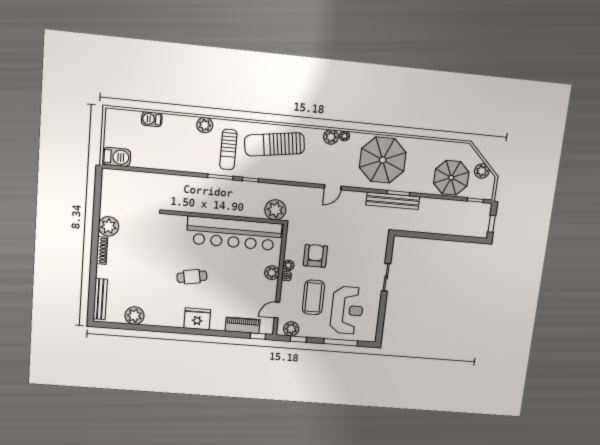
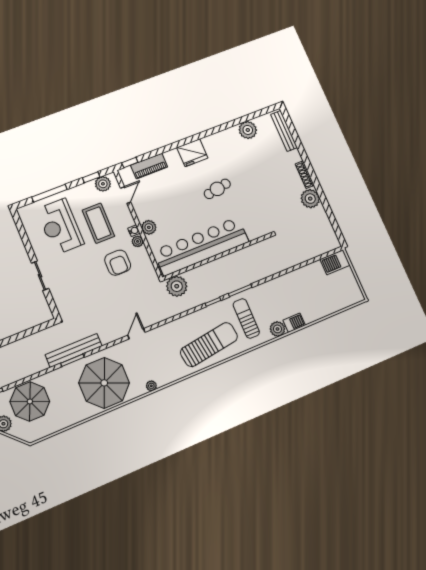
barbecue: (152, 119) -> (294, 323), moved
plant: (331, 137) -> (163, 378), removed

